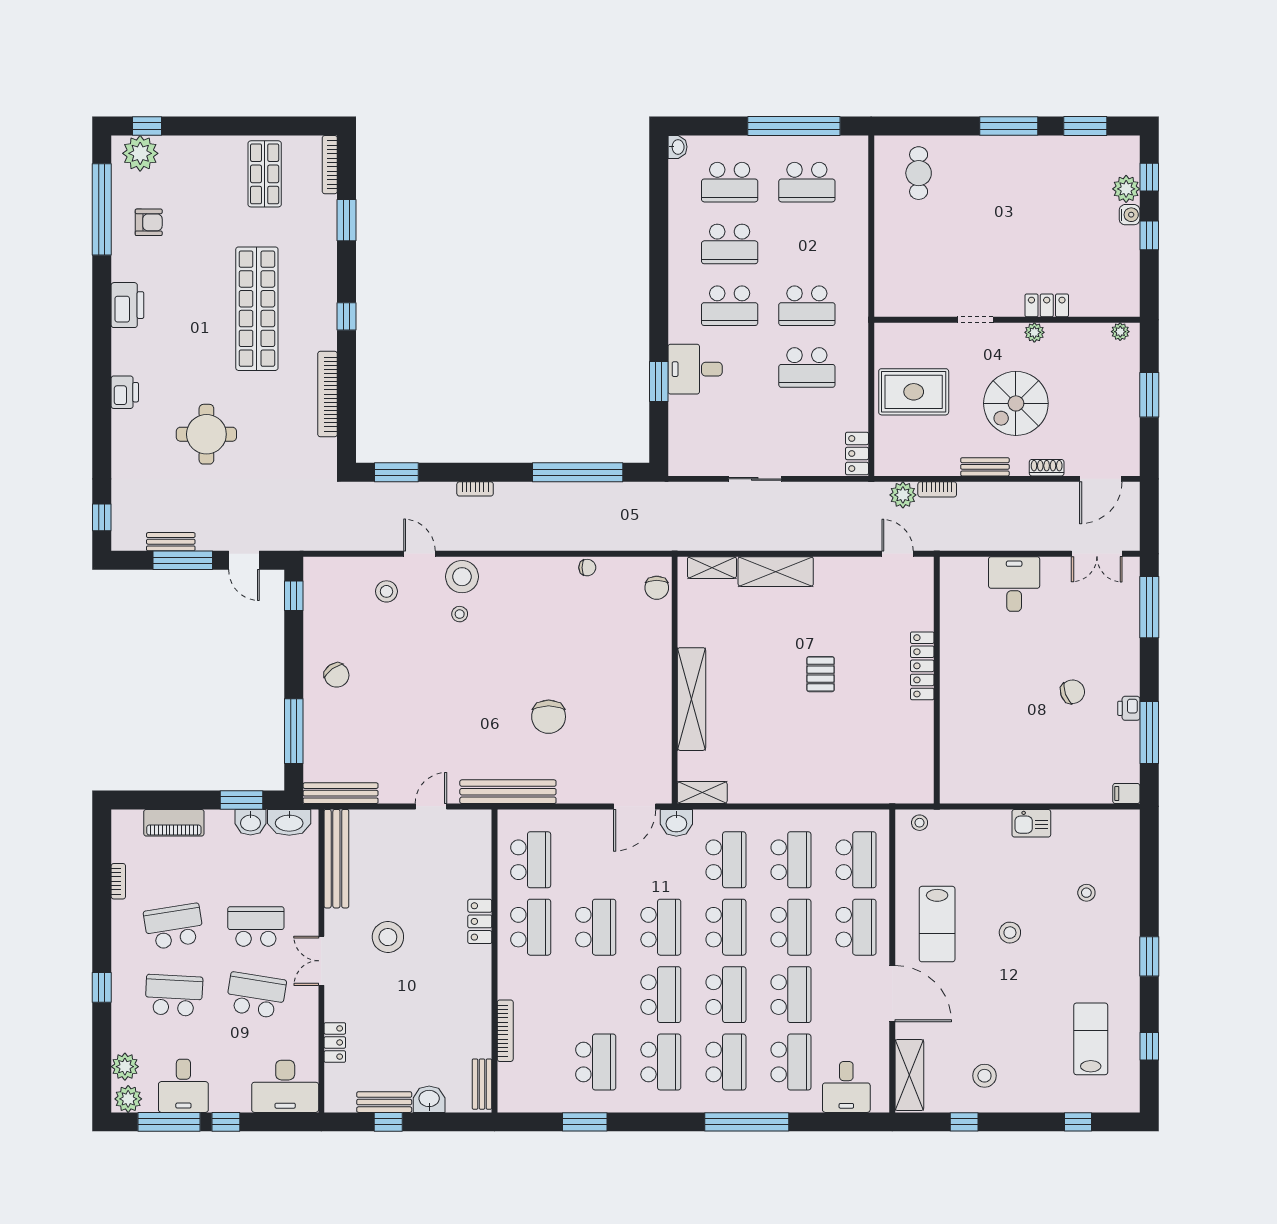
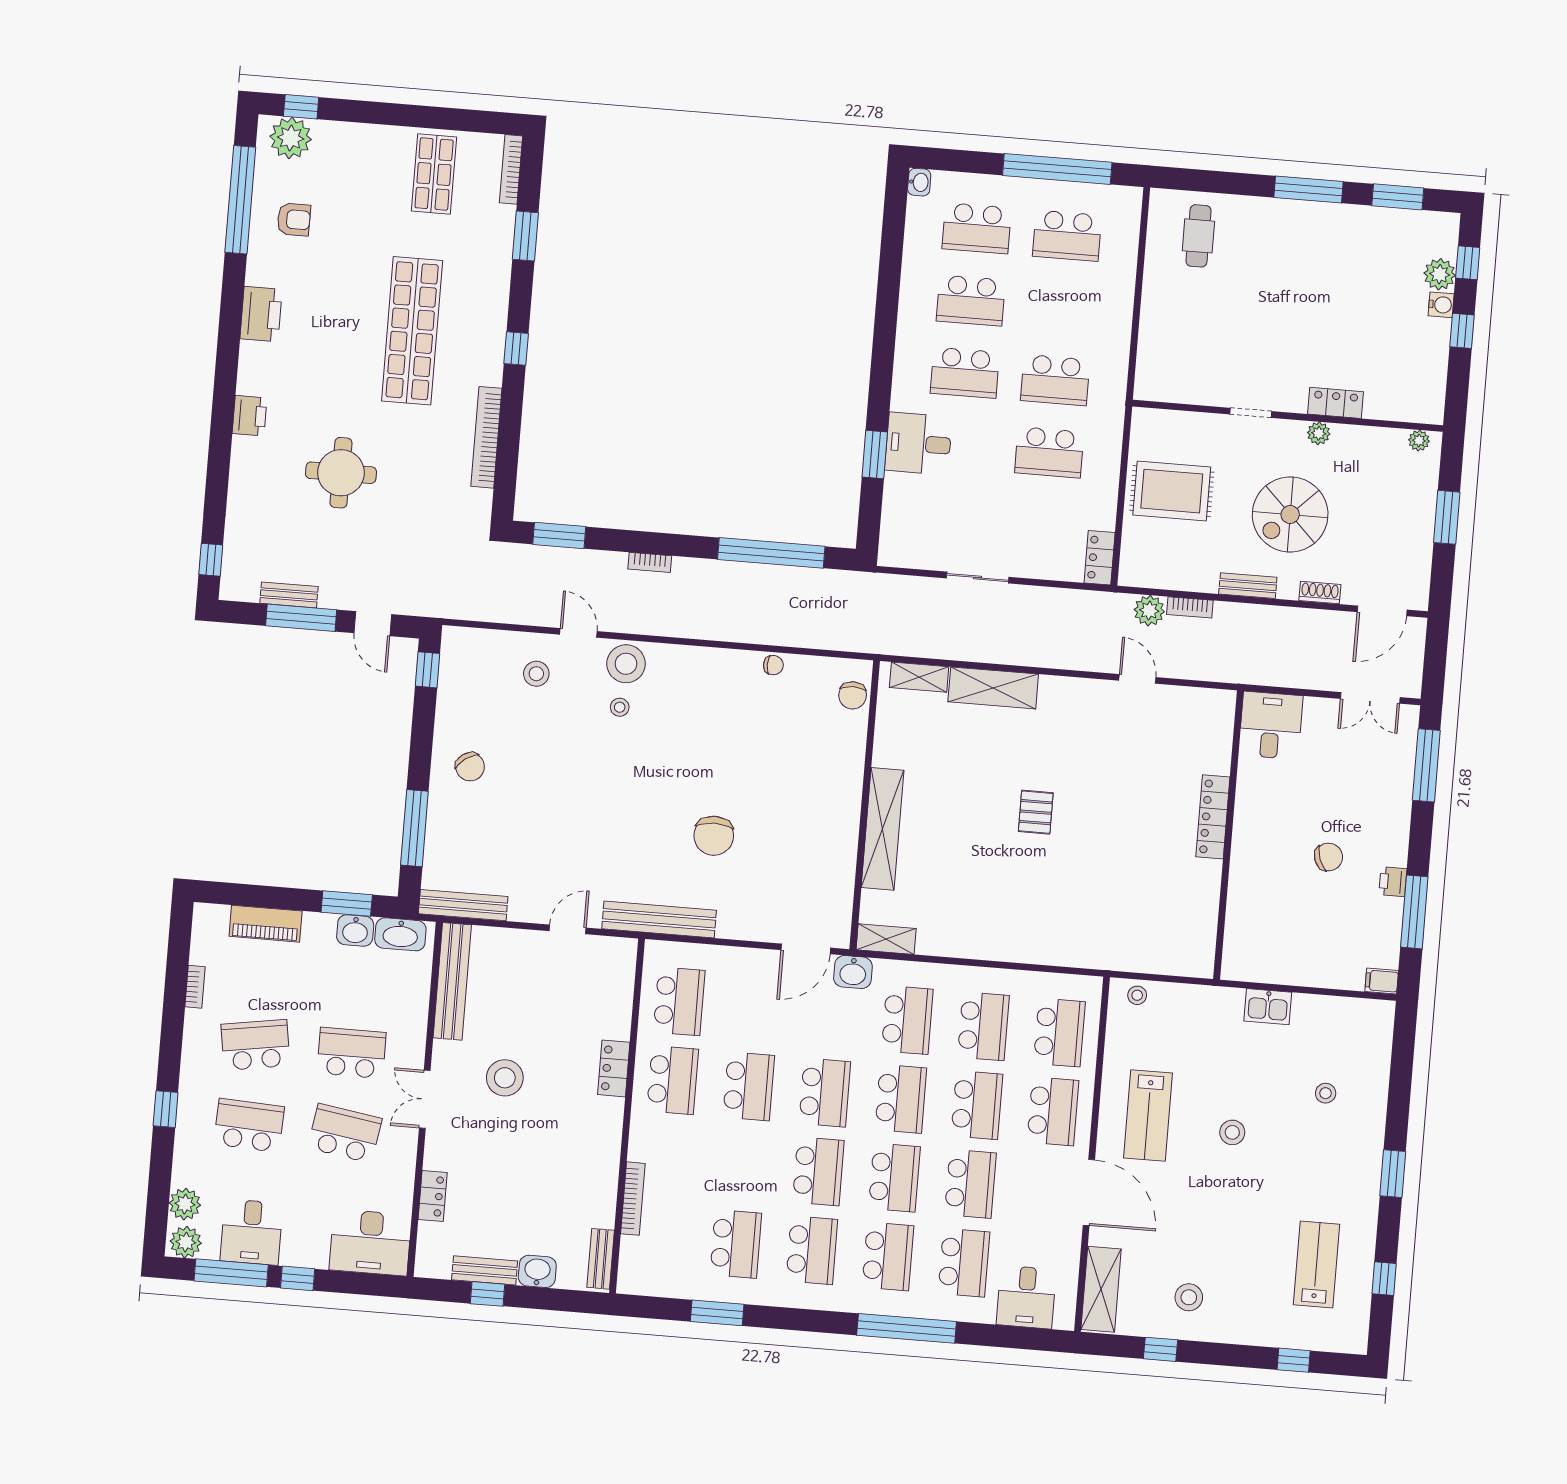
locker: (922, 666) -> (1213, 817), moved
wall: (937, 680) -> (1228, 835), moved

